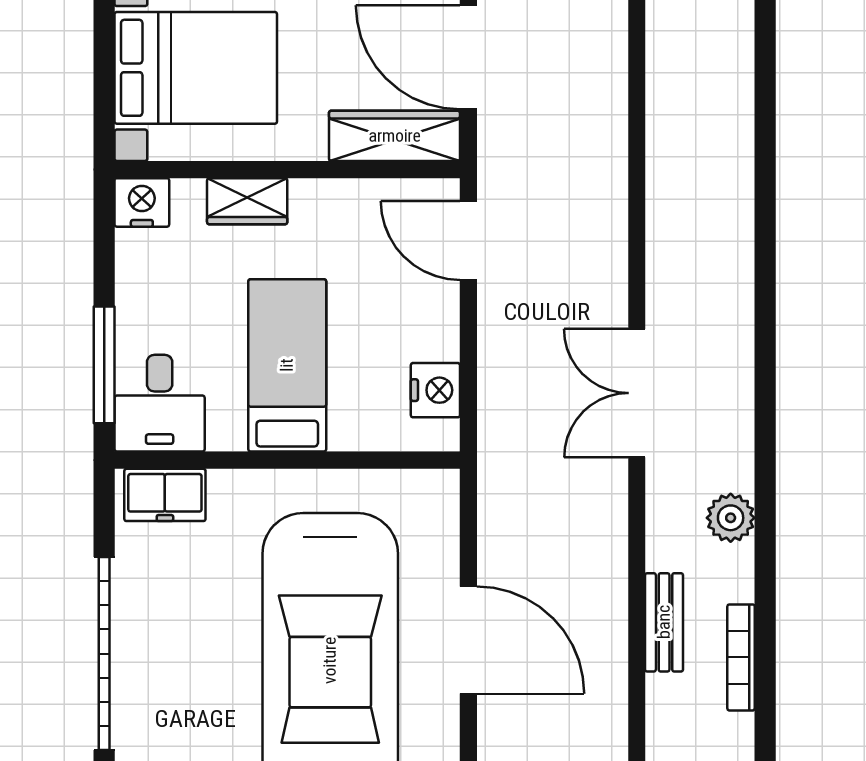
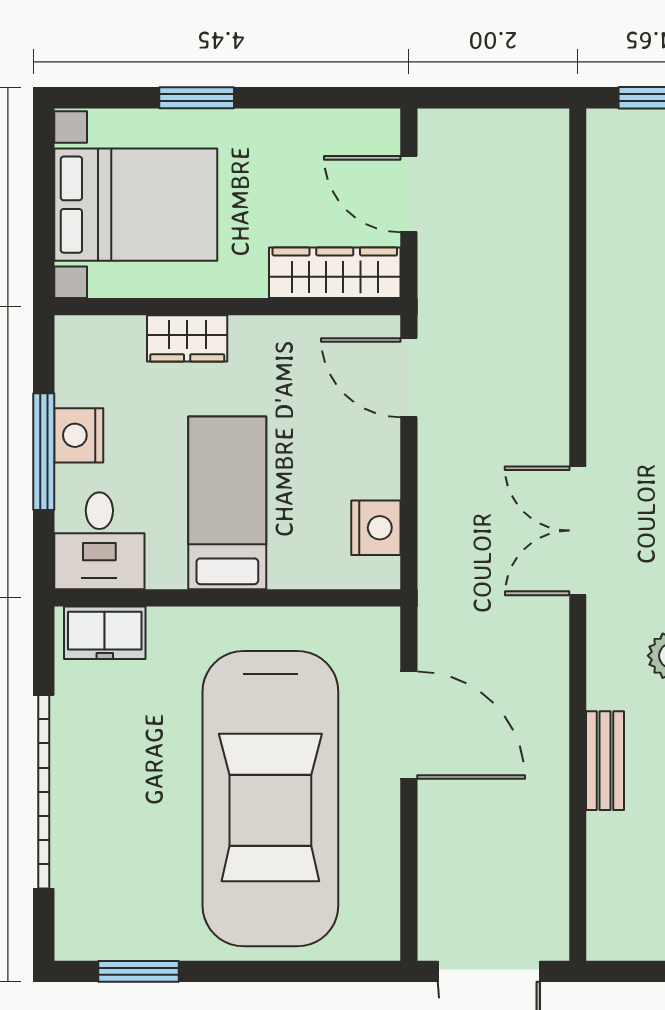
door: (468, 57) -> (409, 194), width x0.73
nightstand: (142, 202) -> (79, 435), moved, turned -90
window: (104, 365) -> (44, 452), moved
door: (468, 640) -> (409, 725), moved

